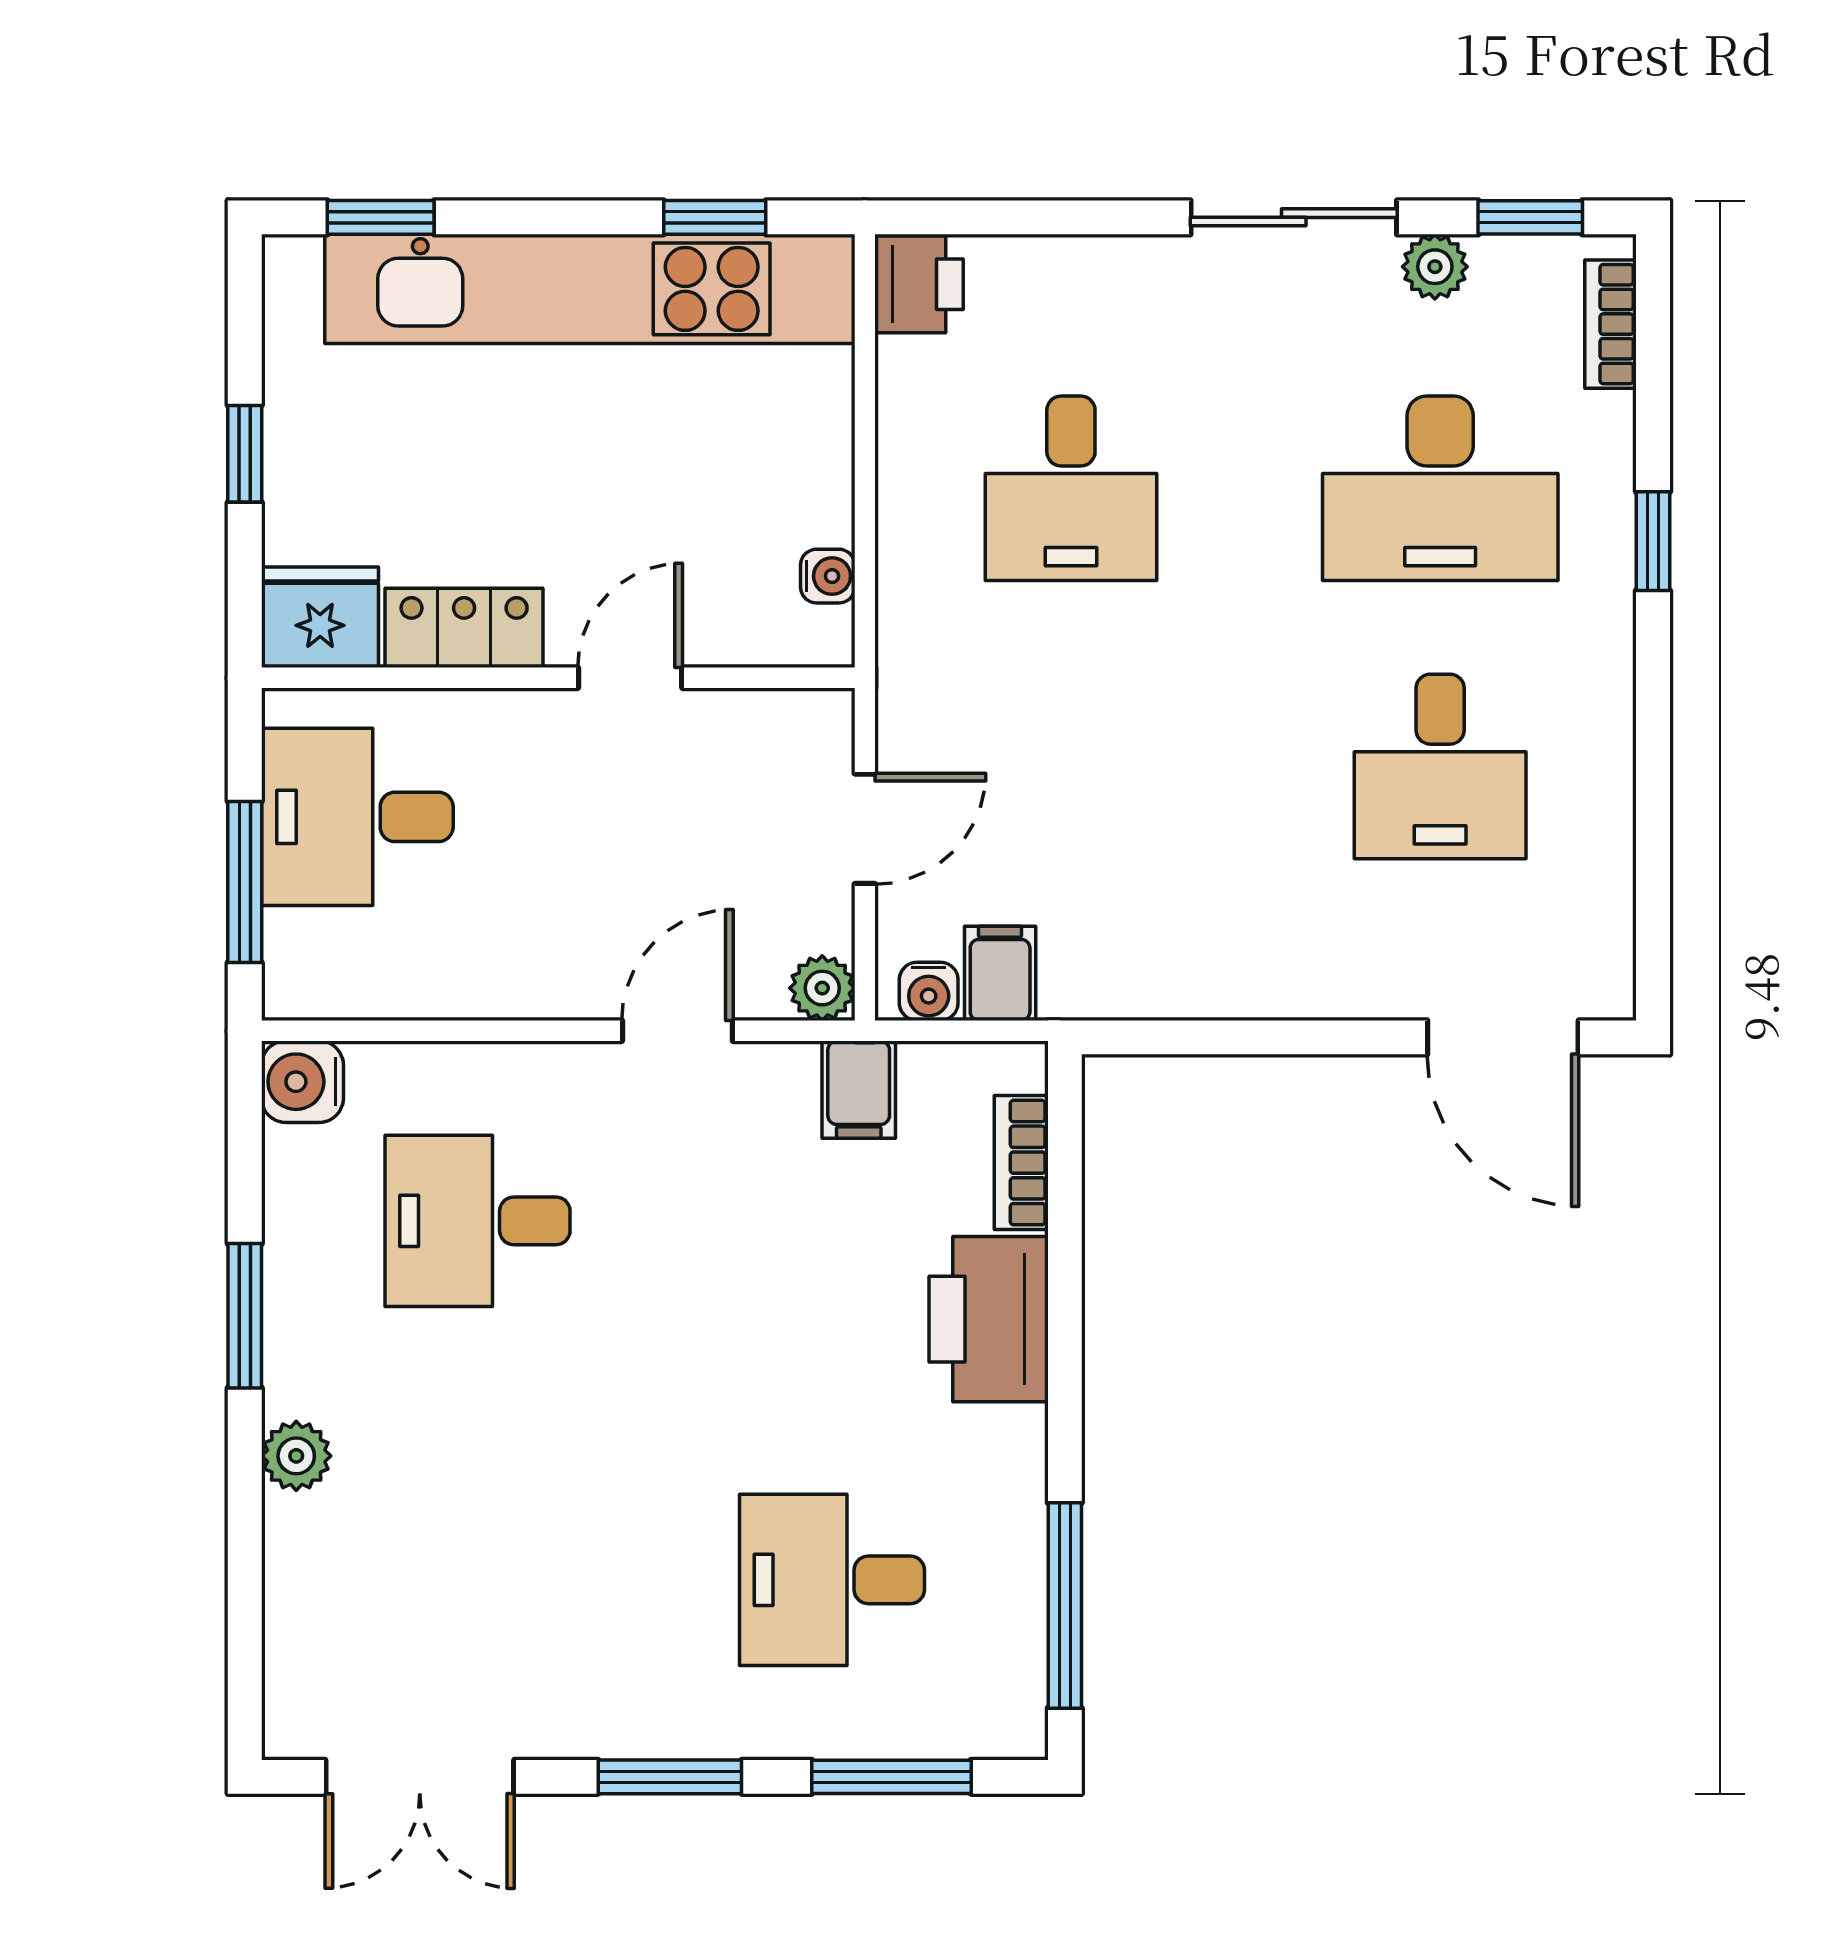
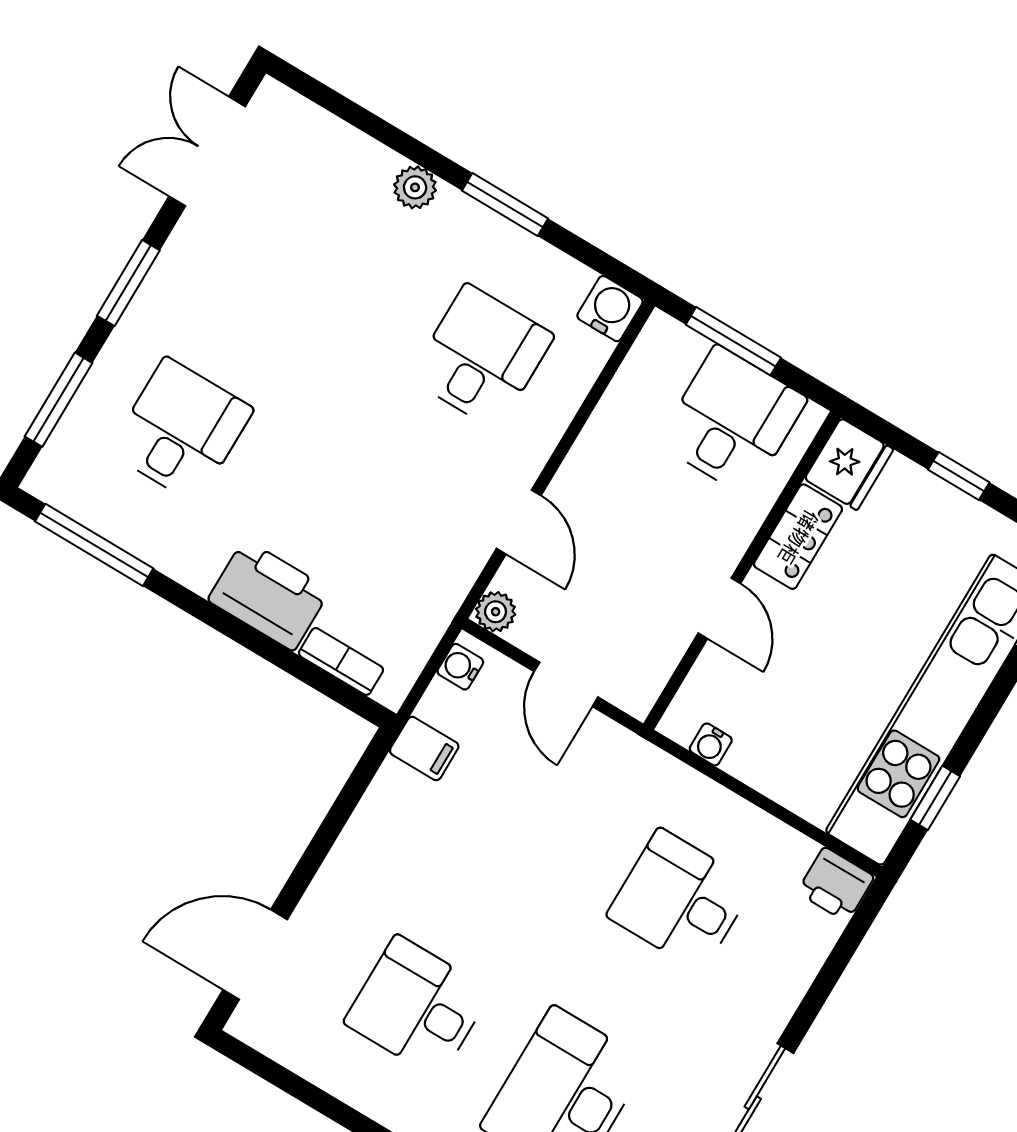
filing cabinet: (1000, 973) -> (424, 749), moved
filing cabinet: (859, 1090) -> (431, 599), removed

